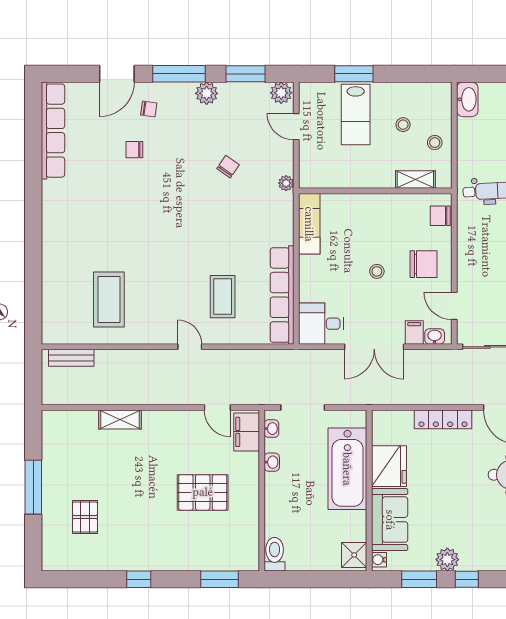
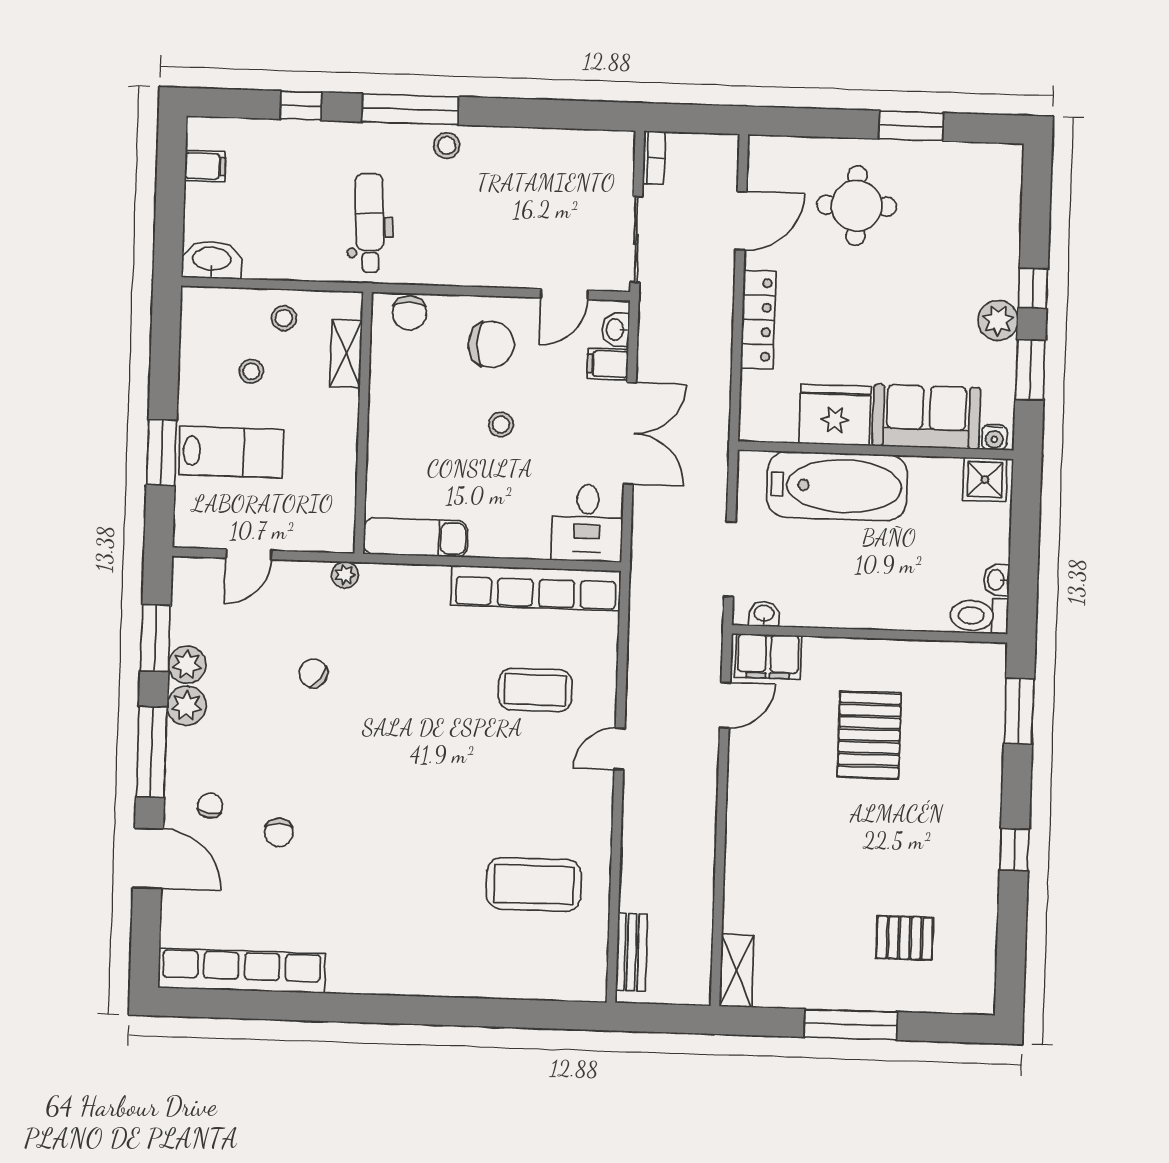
plant: (281, 93) -> (187, 665), moved
chair: (423, 264) -> (491, 344), turned 90
shelving: (120, 420) -> (737, 971), moved
washbasin: (272, 462) -> (997, 580), moved, turned -90

